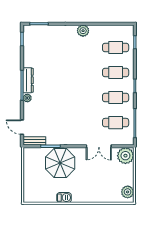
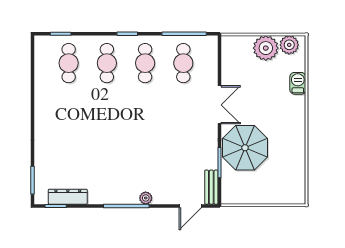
plant: (83, 31) -> (43, 113), removed
dresser: (28, 80) -> (68, 197), moved
double door: (99, 146) -> (220, 105), moved
plant: (125, 156) -> (266, 48), moved
barbecue: (64, 198) -> (298, 83), moved

